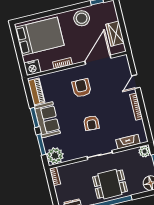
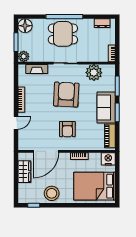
armchair: (91, 123) -> (66, 95), width x1.88, depth x1.88
plant: (55, 156) -> (94, 73), moved

